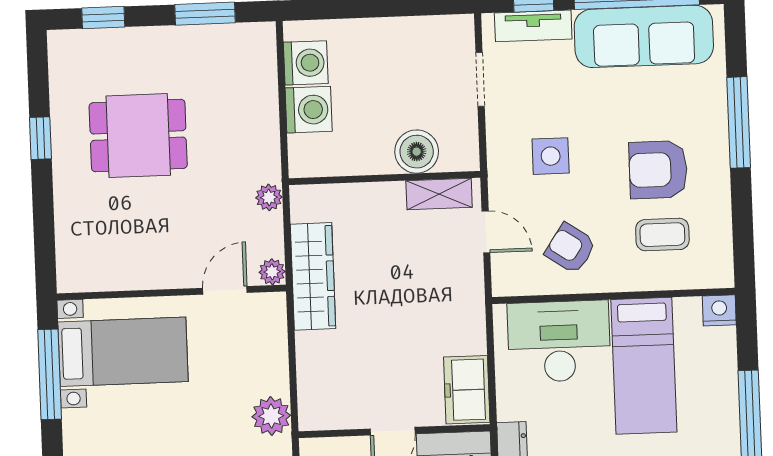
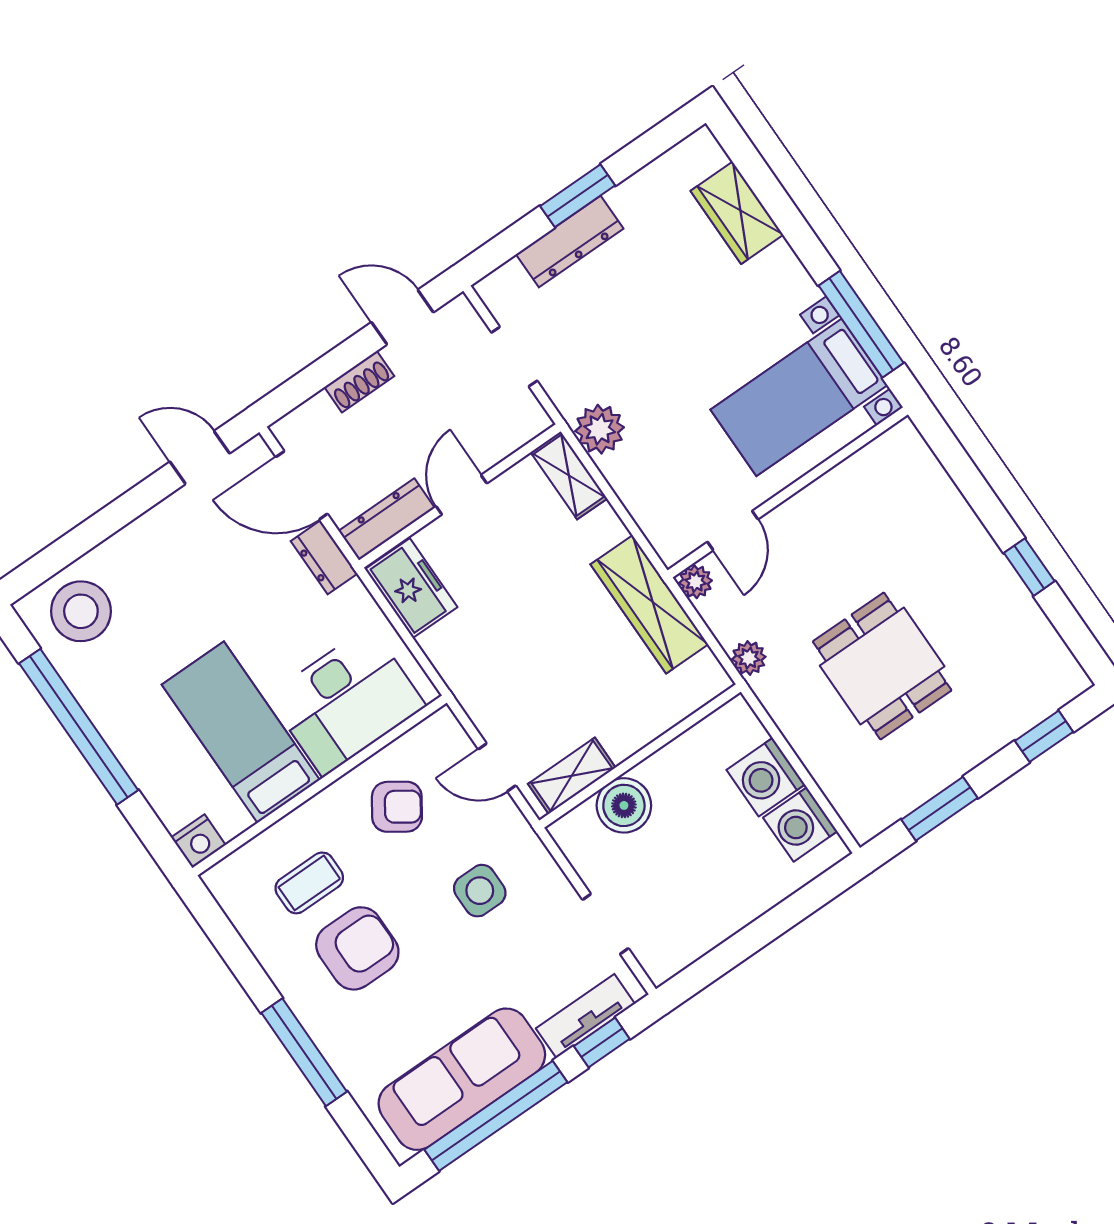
dining table: (138, 136) -> (882, 666), moved, turned 90
shelving: (312, 398) -> (569, 475), added

